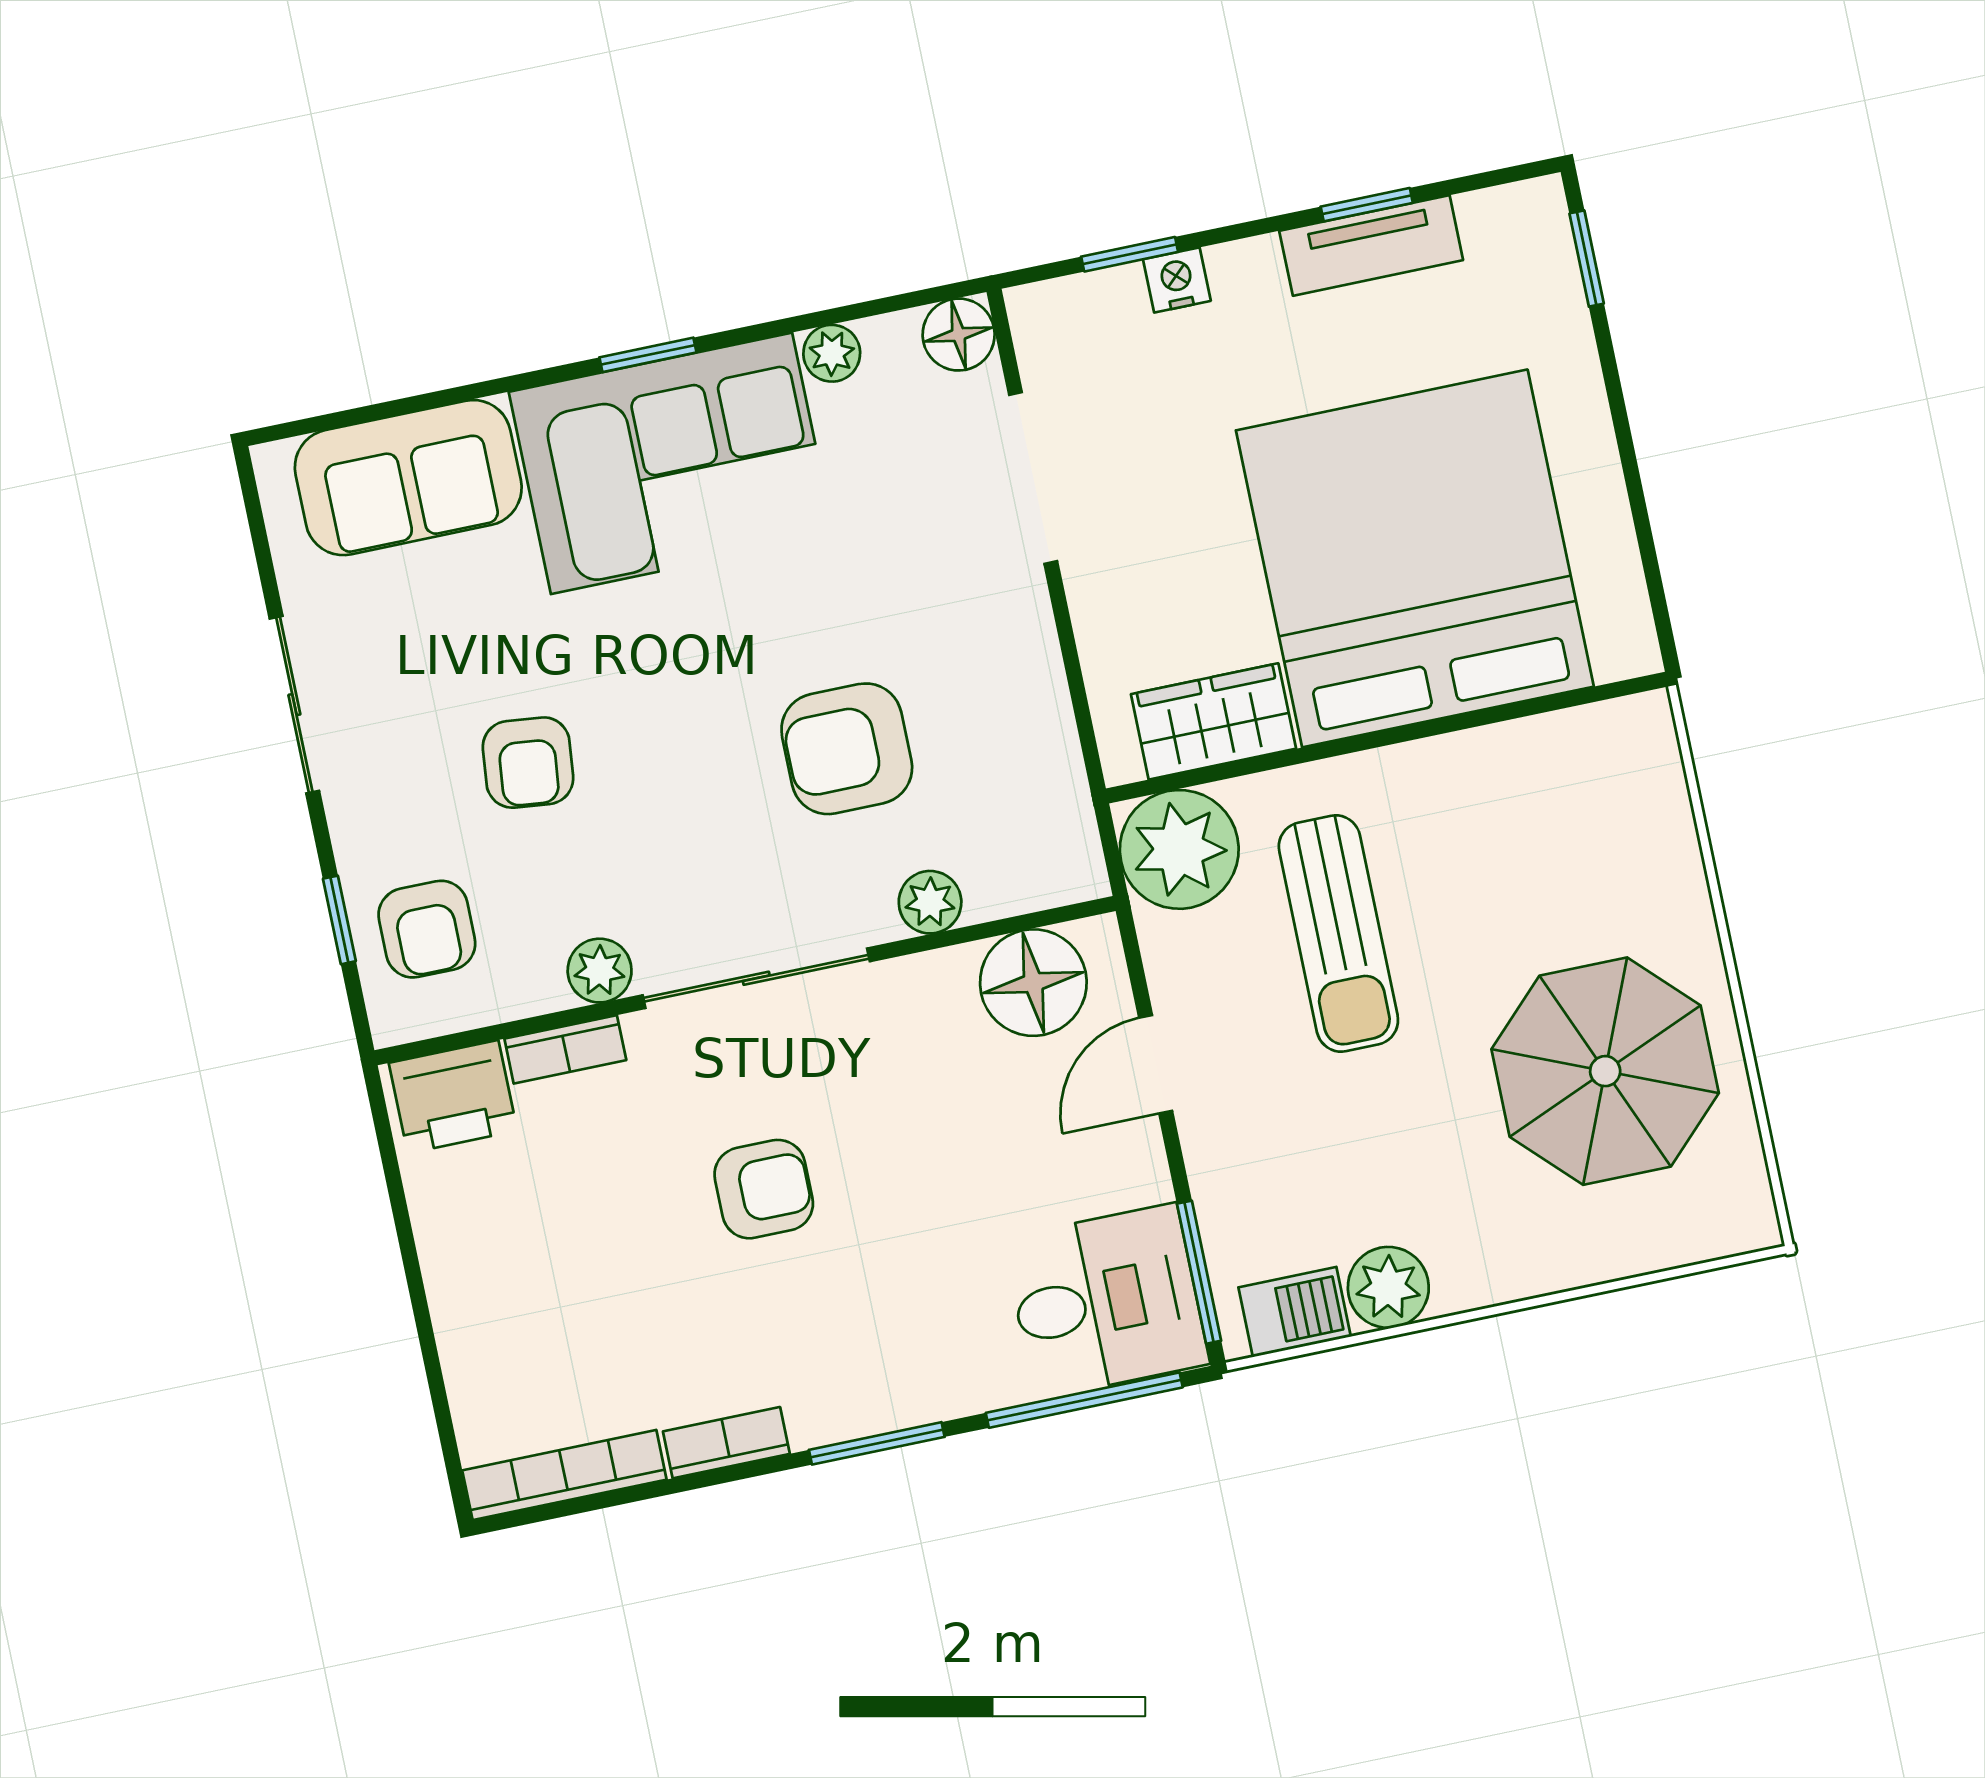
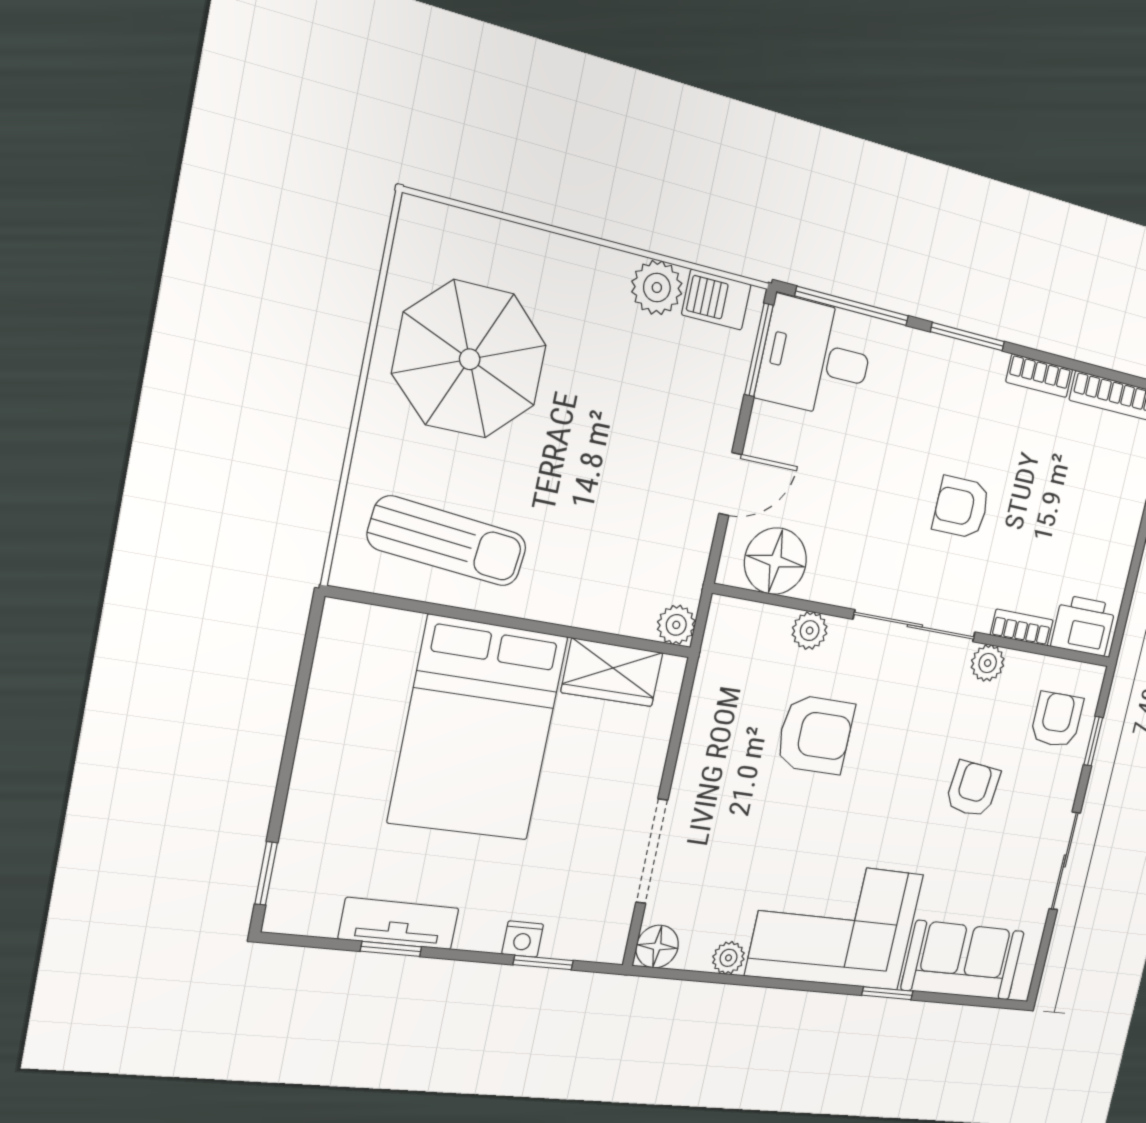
window: (648, 355) -> (887, 993), moved
bed: (1415, 558) -> (478, 729), width x0.73
plant: (1179, 849) -> (676, 625), width x0.53, depth x0.53
sun lounger: (1338, 934) -> (448, 541), moved, turned 96

